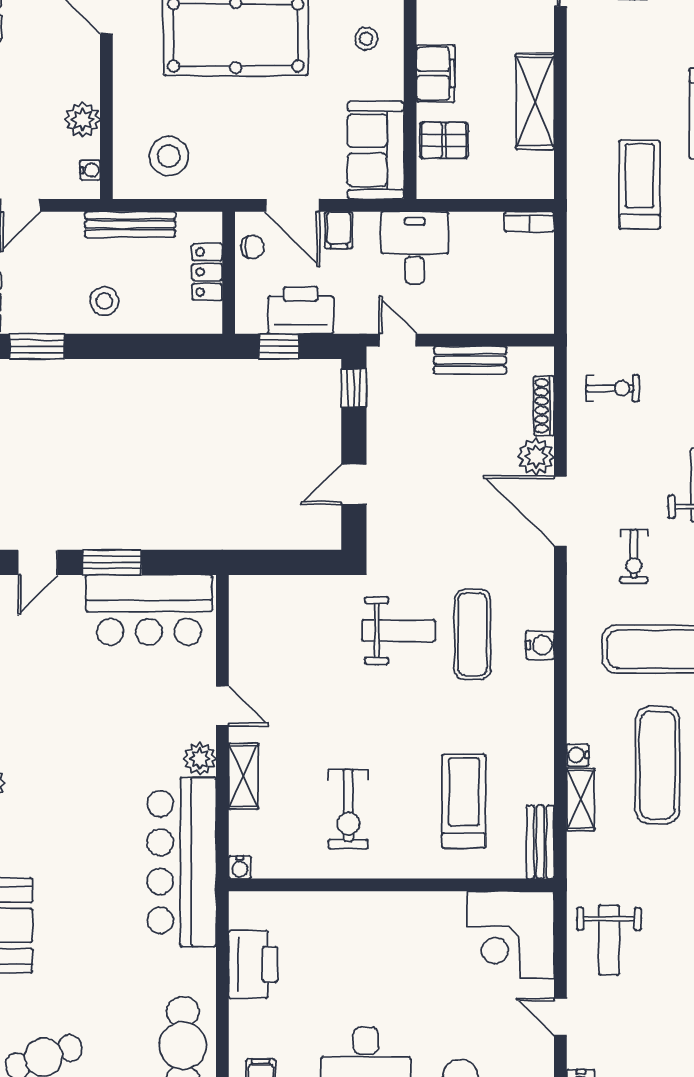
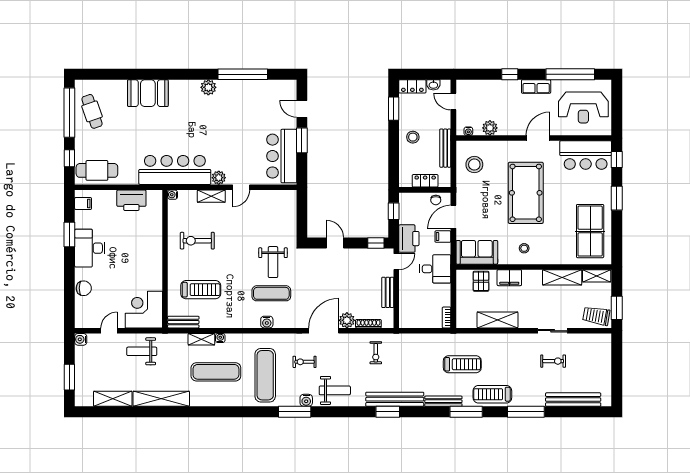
printer: (301, 310) -> (409, 239), moved

